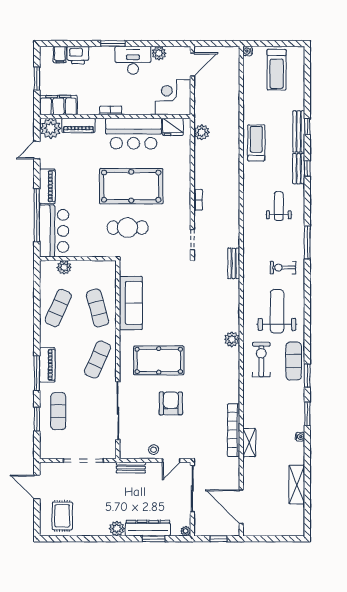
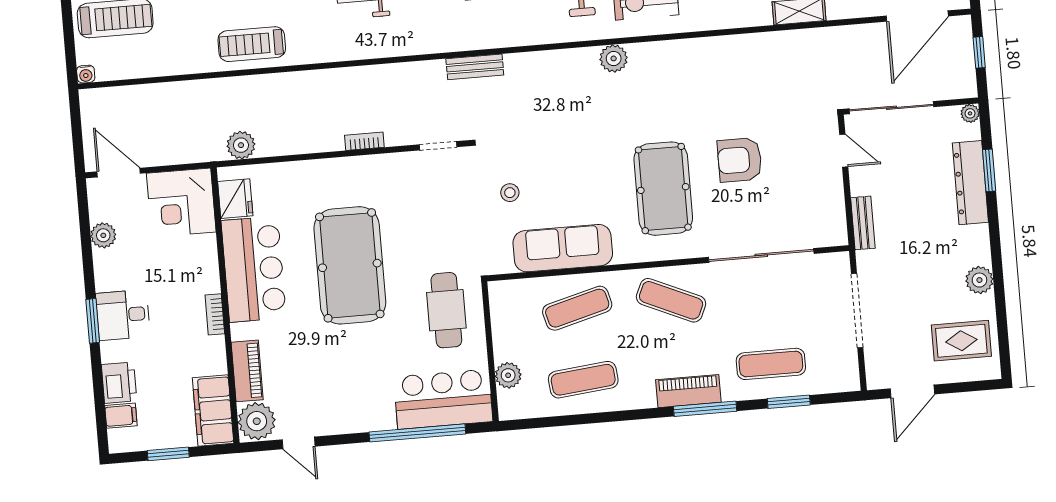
desk: (133, 60) -> (123, 315), moved, width x0.73
piano: (47, 186) -> (363, 418), removed
cafe table: (127, 228) -> (446, 310), moved
exercise mat: (58, 308) -> (583, 380), turned -30
bookcase: (234, 430) -> (779, 42), removed
stool: (154, 450) -> (510, 193), moved
plant: (117, 529) -> (979, 280), moved

